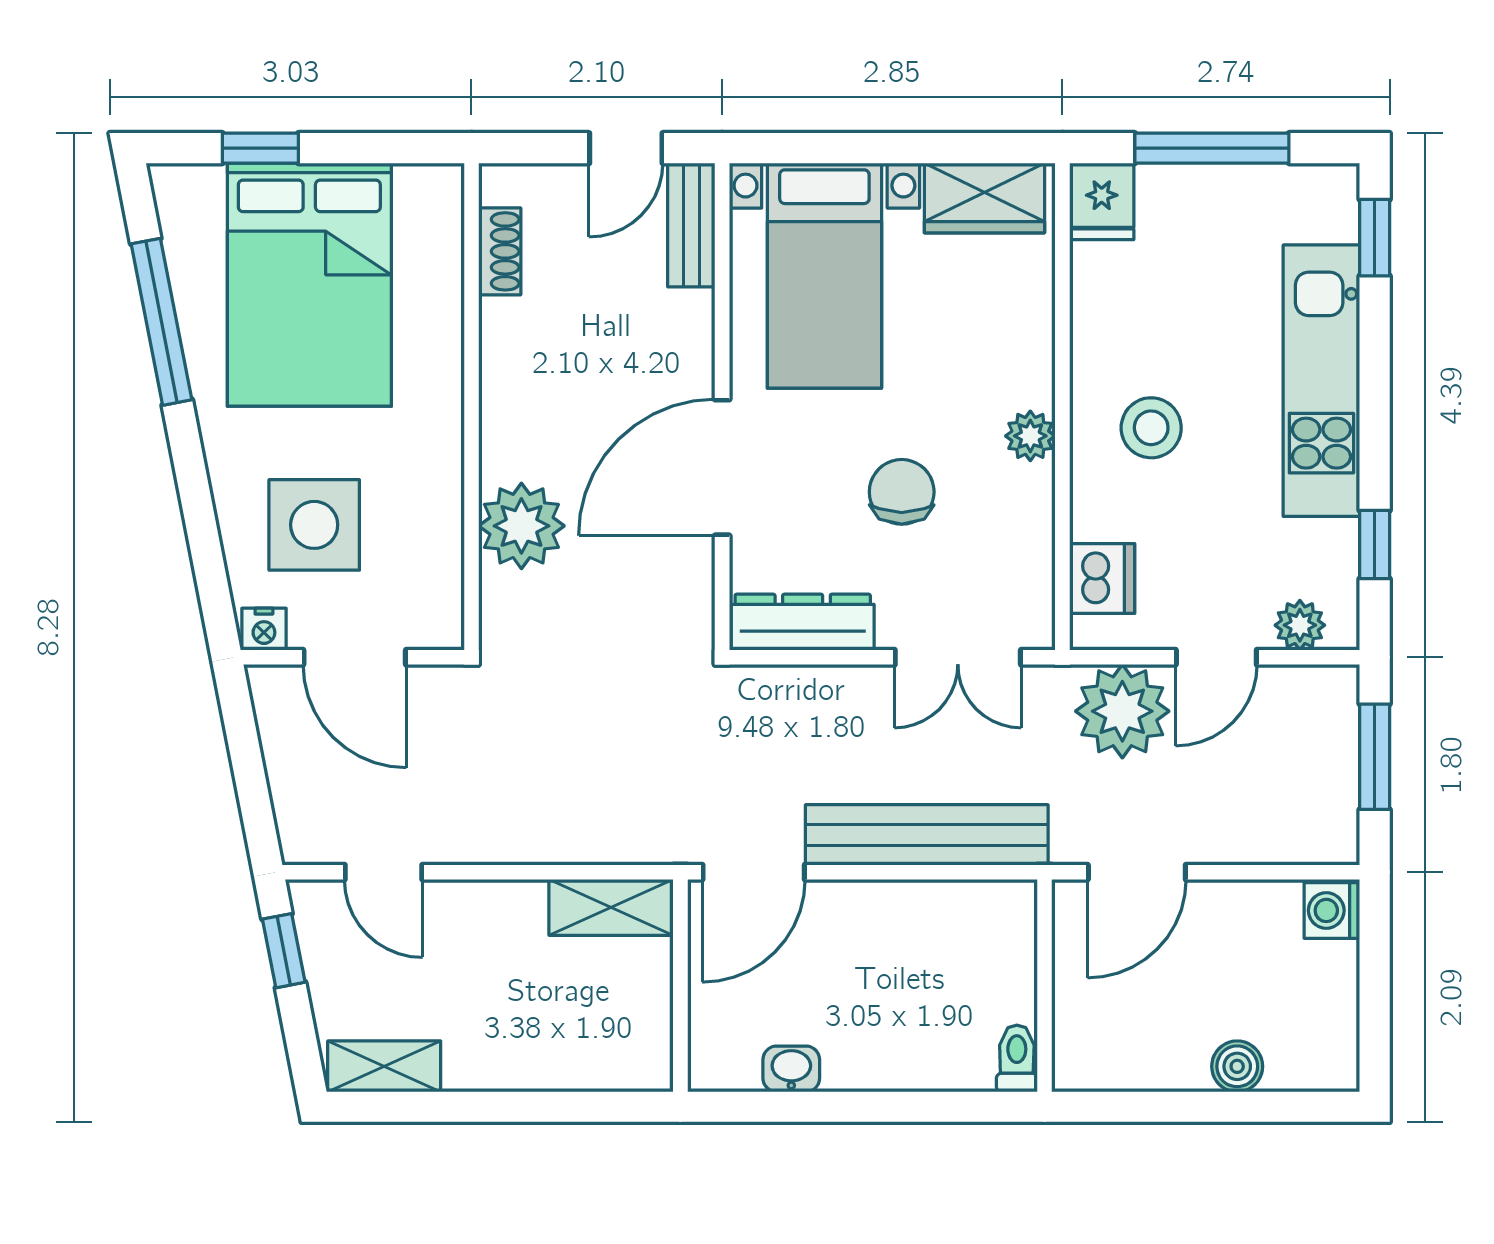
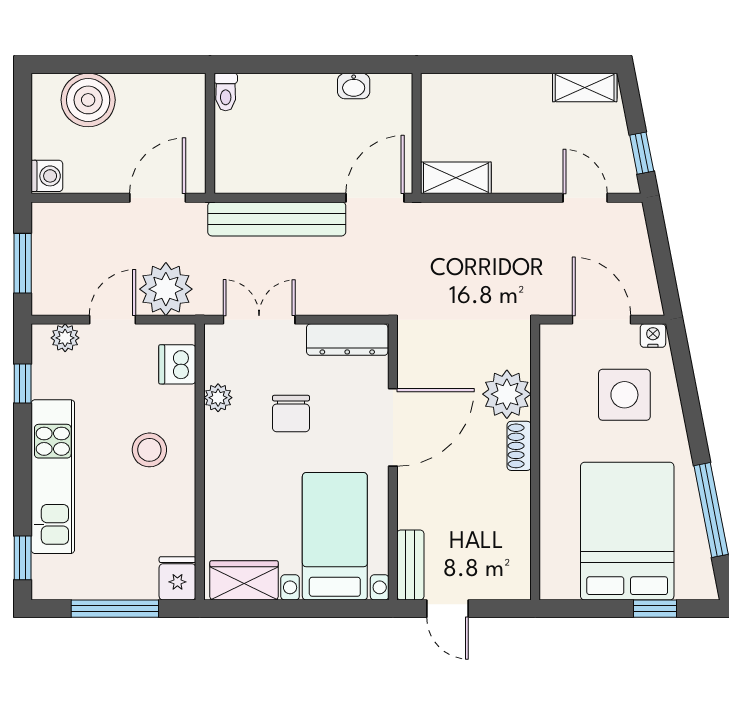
door: (626, 148) -> (448, 609), swing flipped
shoe rack: (500, 251) -> (519, 446), moved
plant: (1030, 436) -> (218, 398), moved
boiler: (1237, 1066) -> (88, 100), width x1.86, depth x1.86

